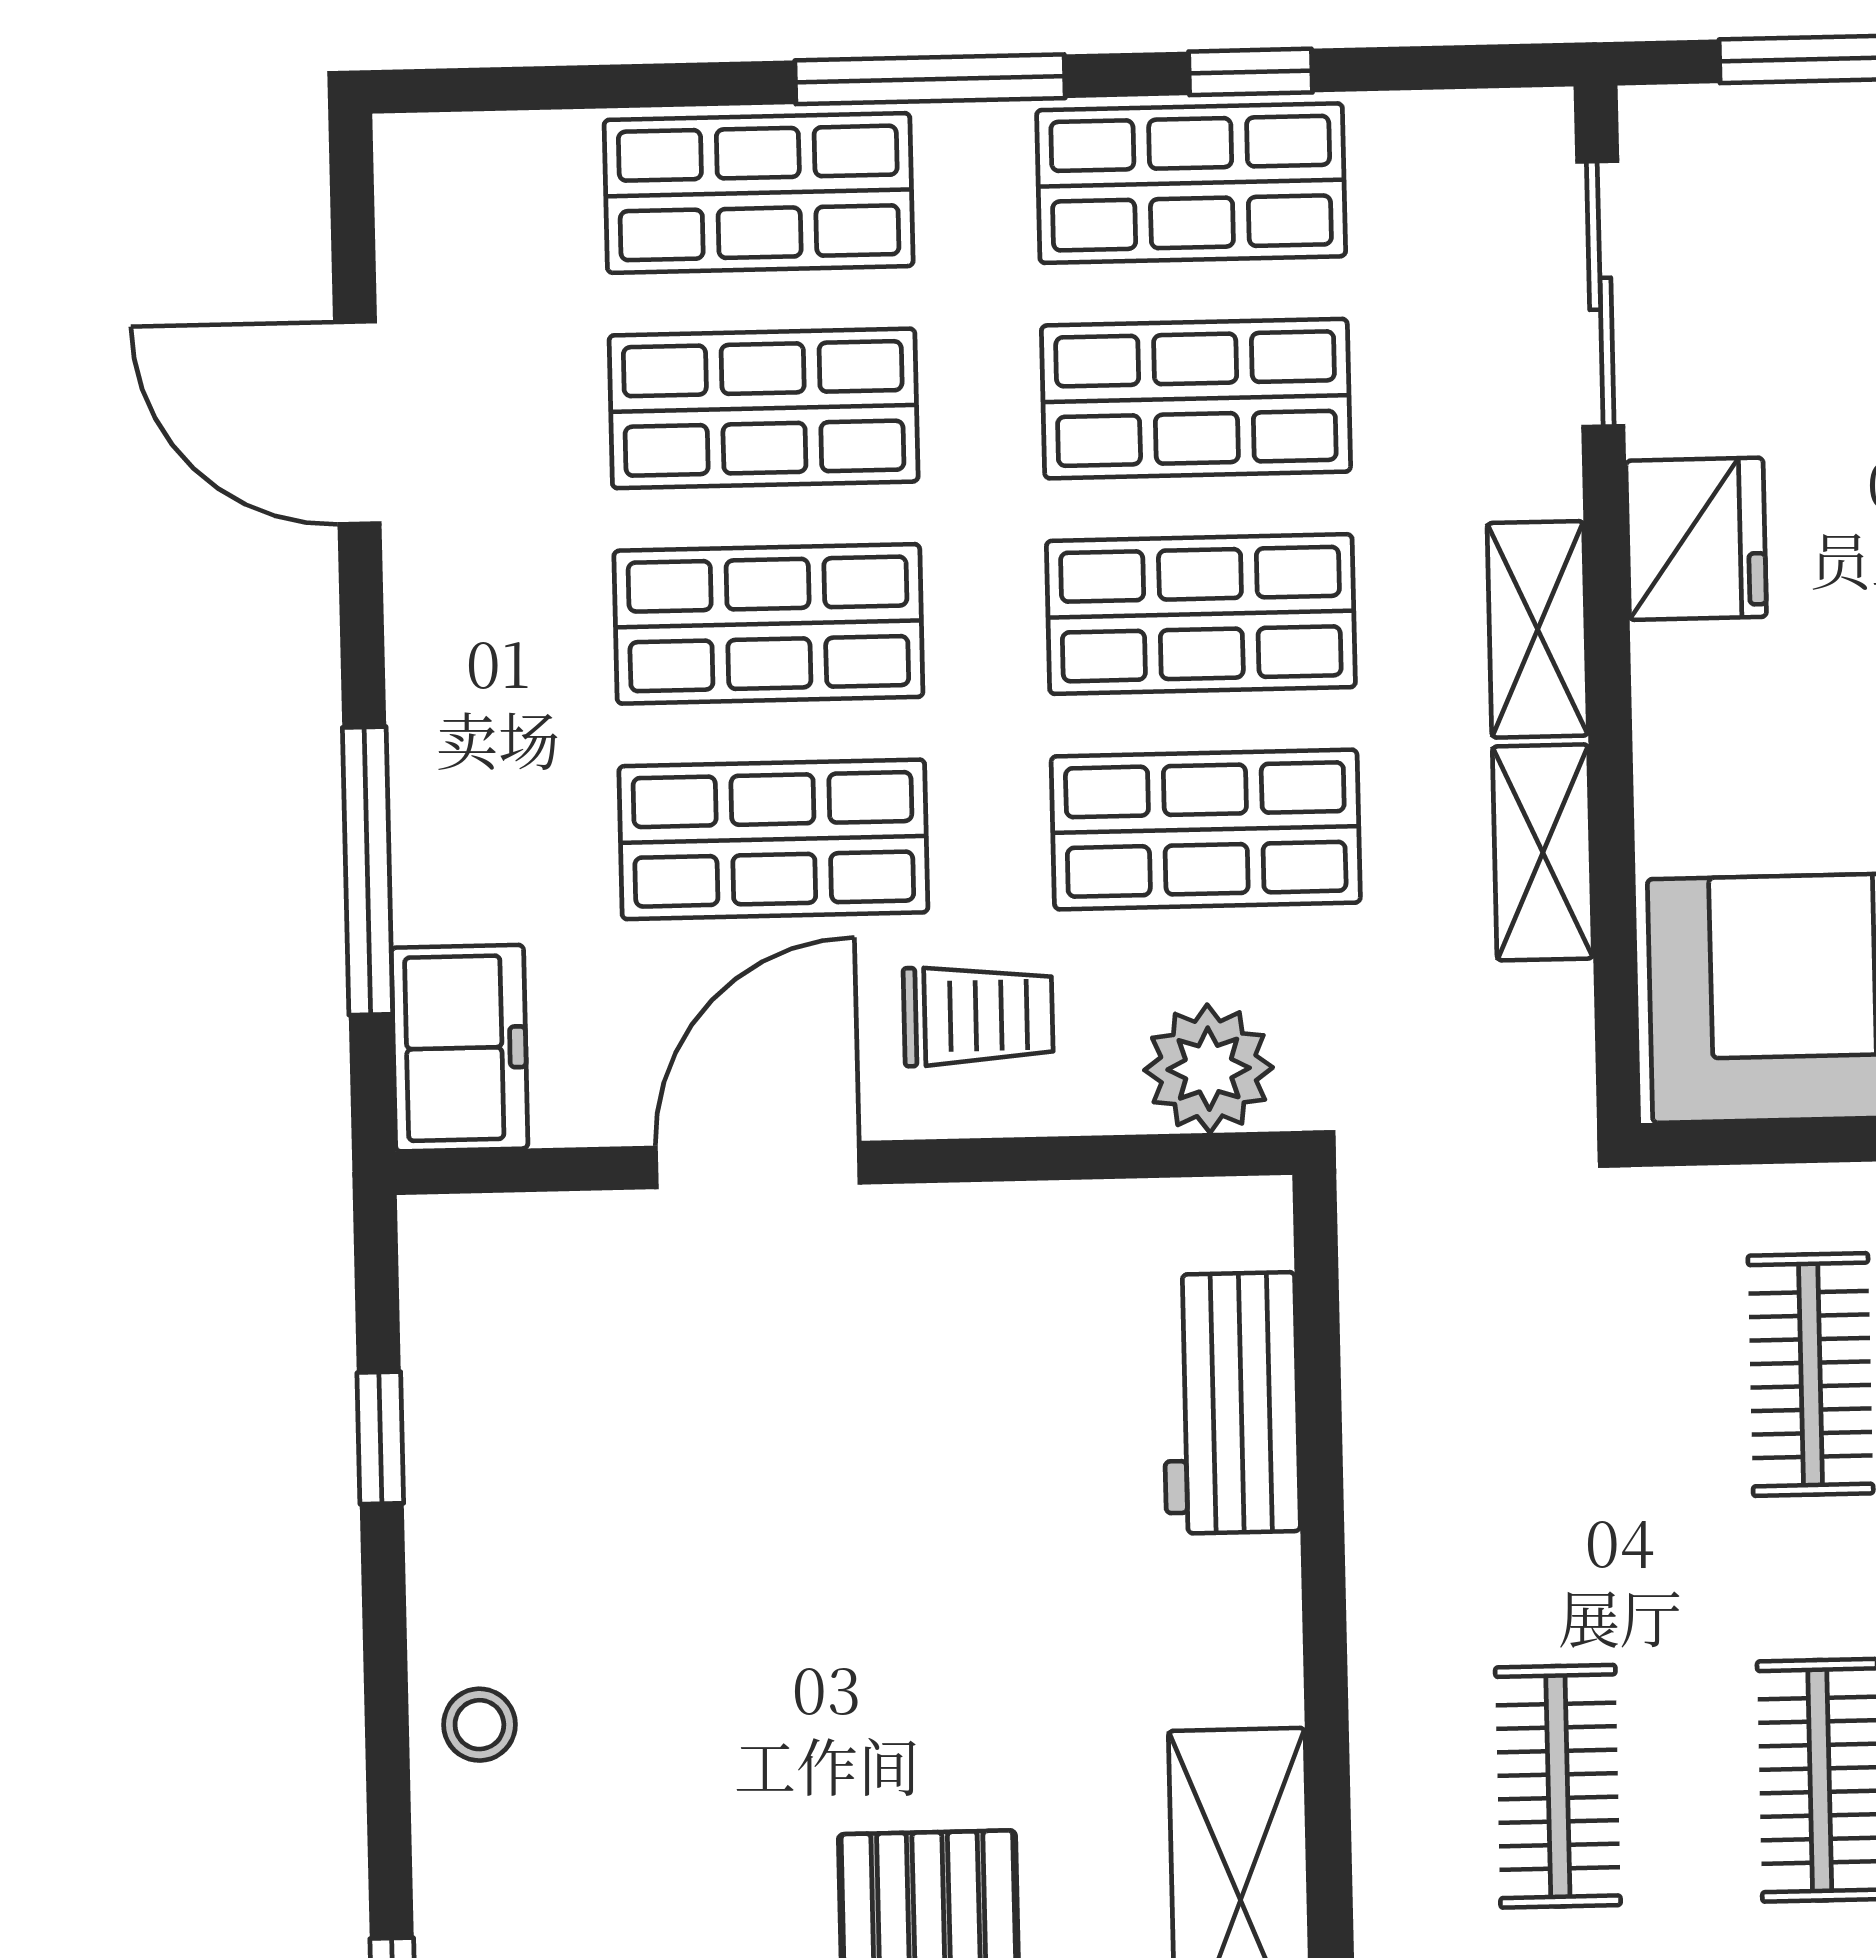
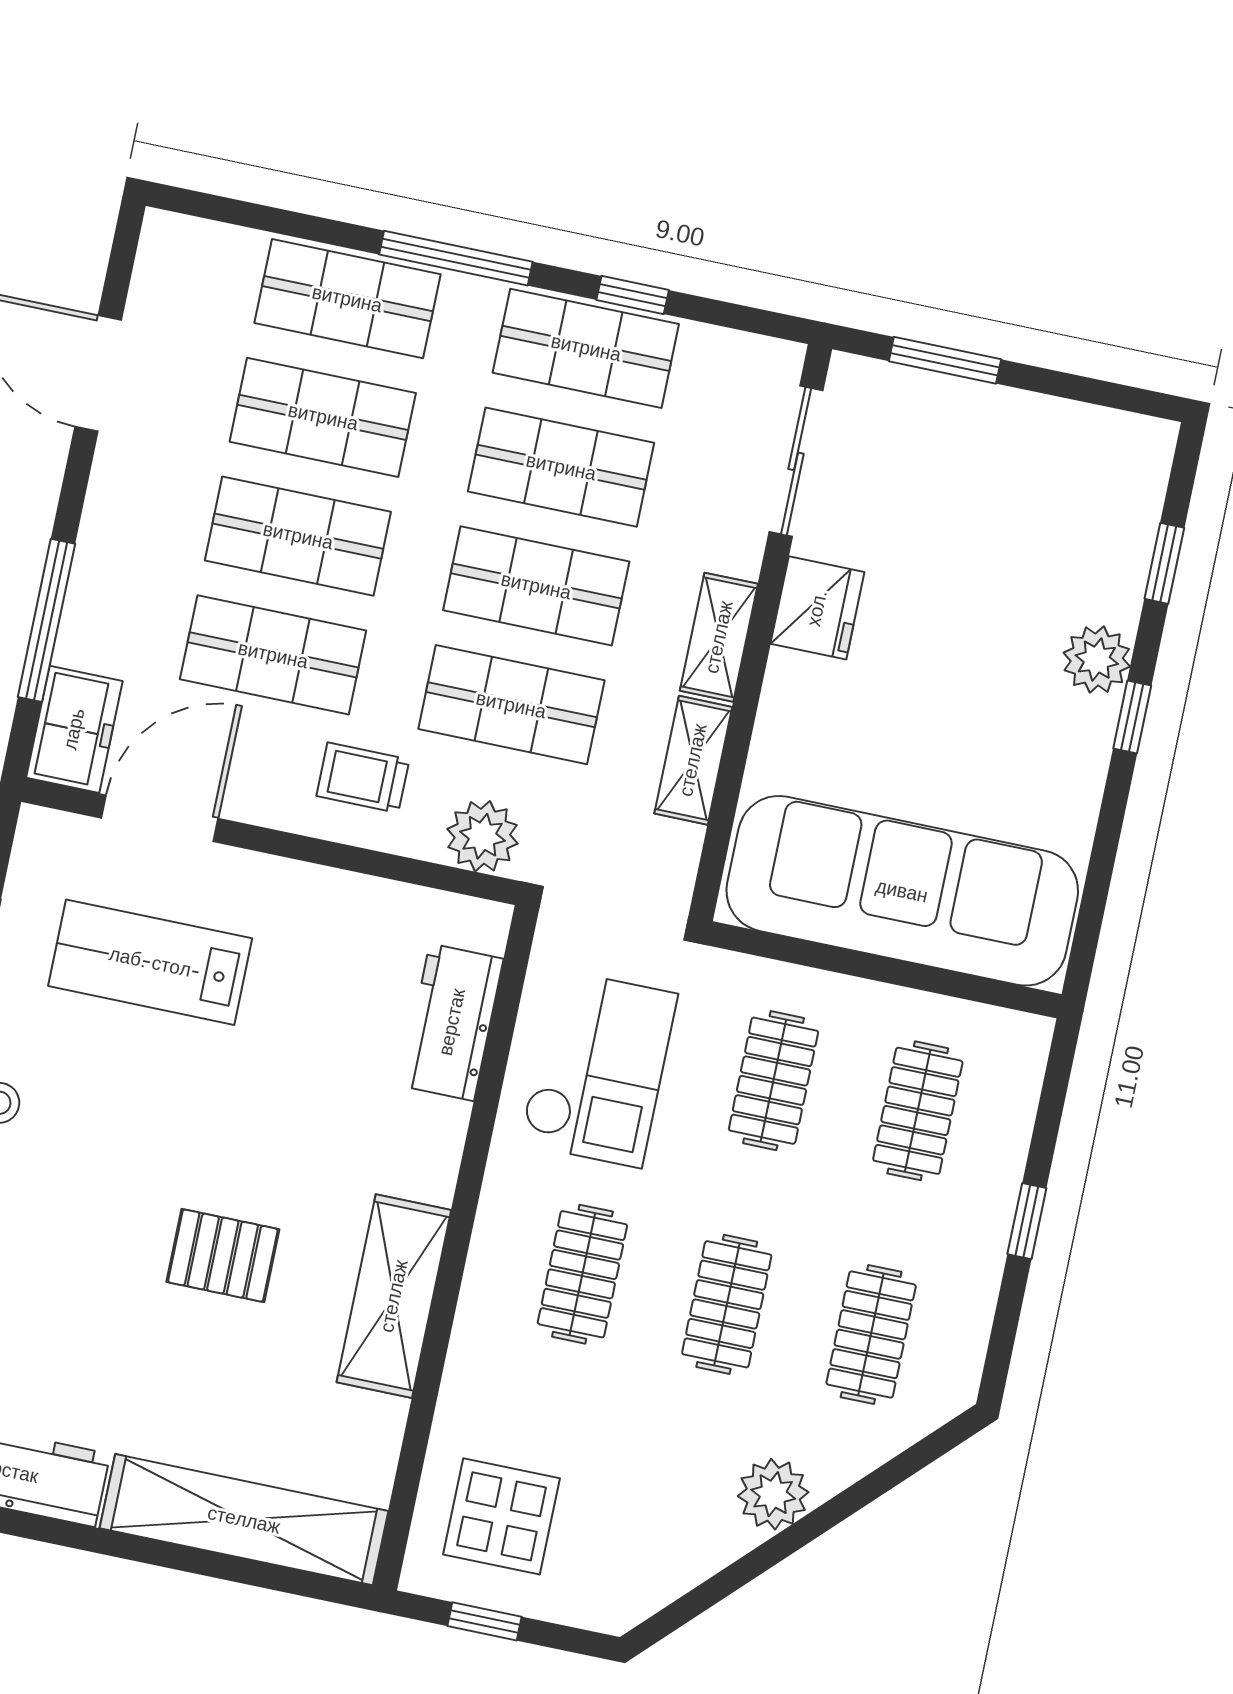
trolley: (978, 1016) -> (363, 778), turned 180
door: (758, 1165) -> (160, 818), moved
lab bench: (684, 1420) -> (150, 962), added
checkout: (1503, 1424) -> (598, 1068), added

